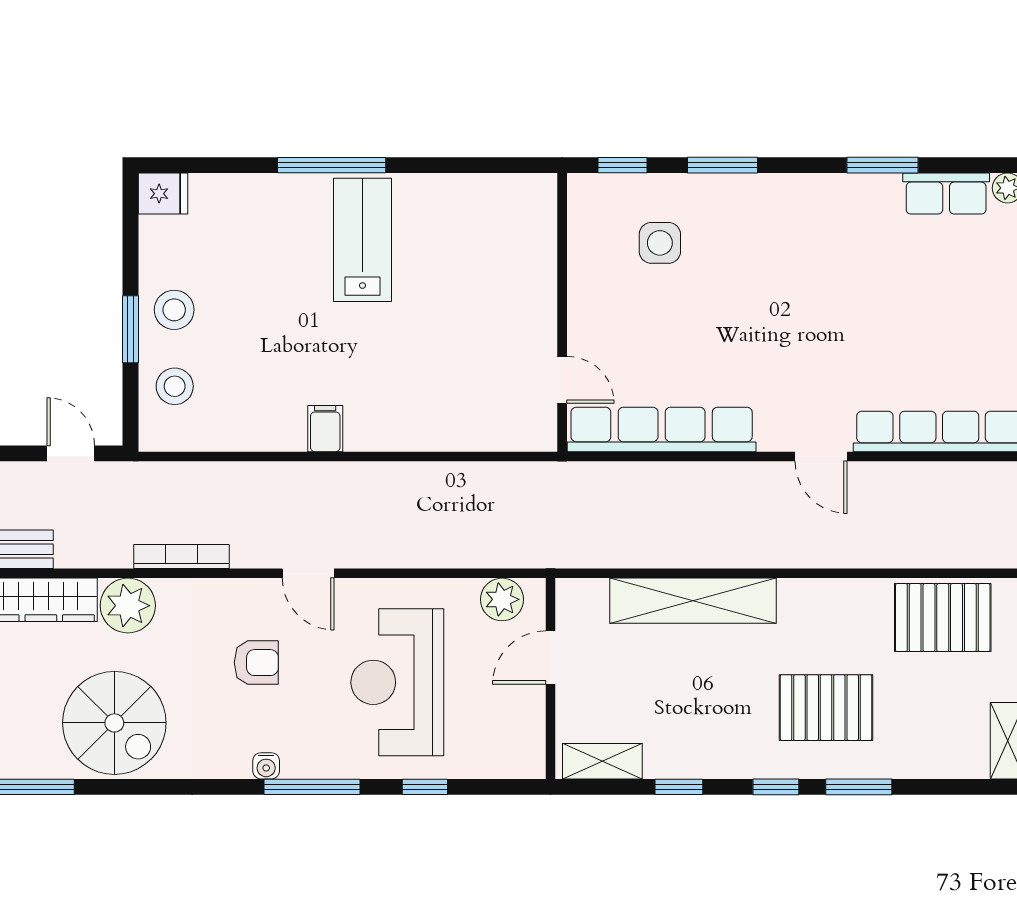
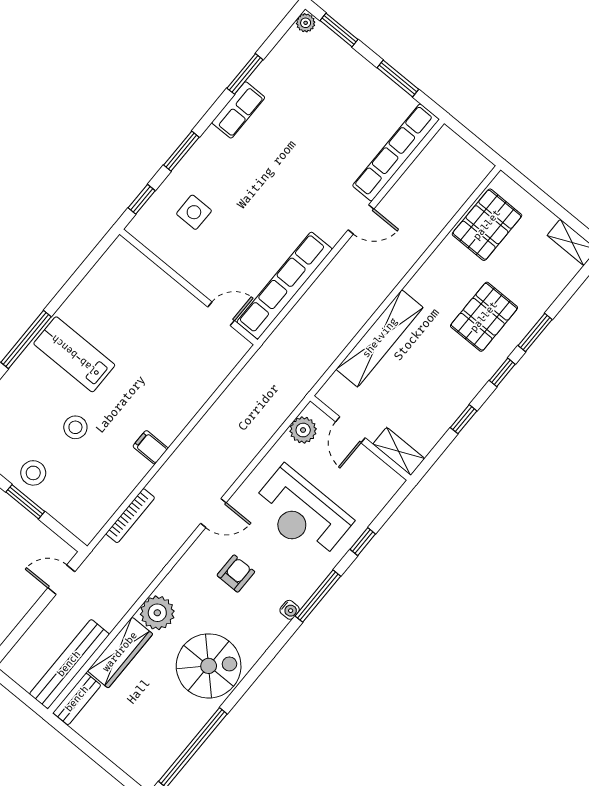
row of seats: (946, 194) -> (238, 110), moved
stool: (175, 386) -> (75, 427), moved
bookcase: (182, 556) -> (130, 516), moved, turned 180
shelving: (602, 761) -> (399, 451), moved, turned 90

